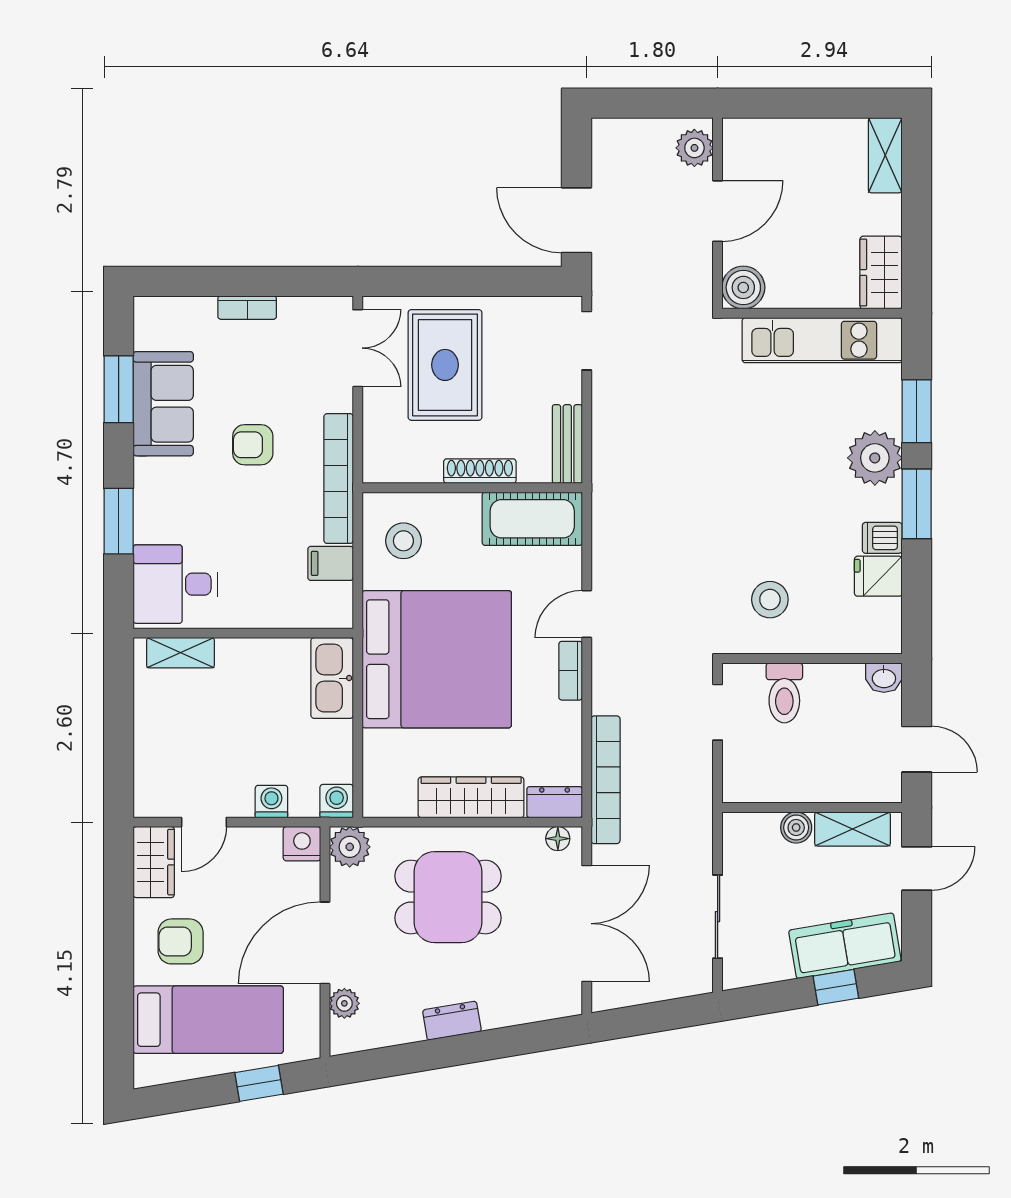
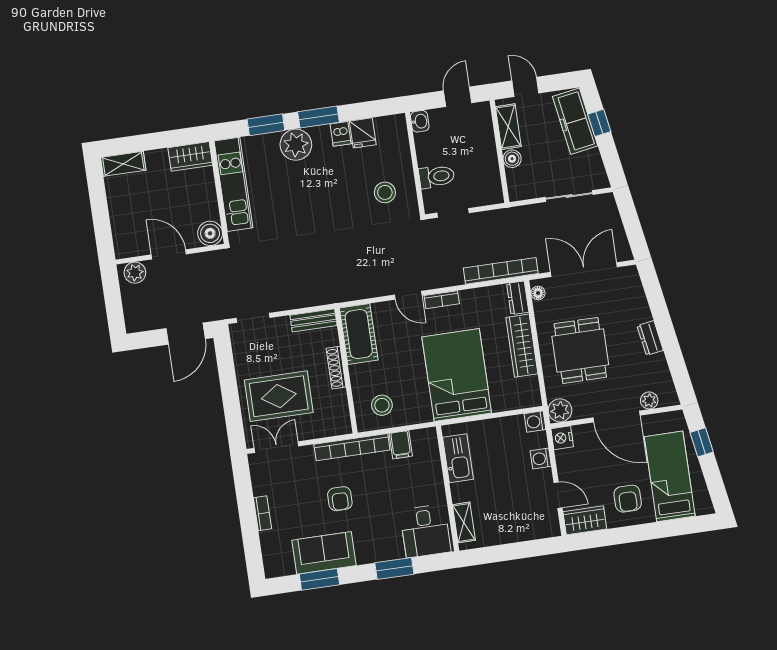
bed: (437, 659) -> (457, 375), width x0.73
kitchen sink: (332, 678) -> (458, 458), moved, turned -90

